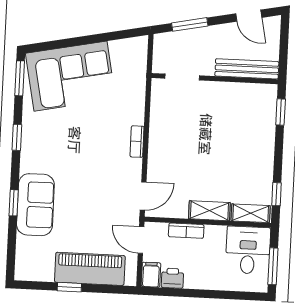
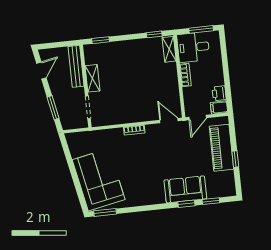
window: (17, 137) -> (211, 201), moved
shelving: (209, 211) -> (92, 78), moved
bookcase: (186, 231) -> (185, 75), moved

